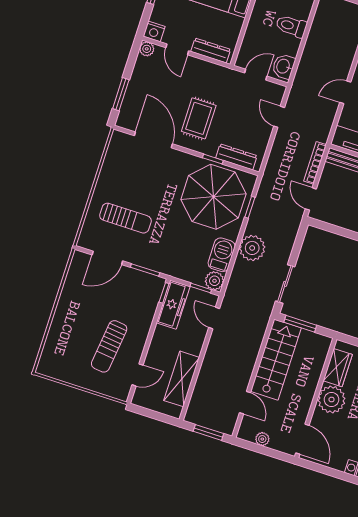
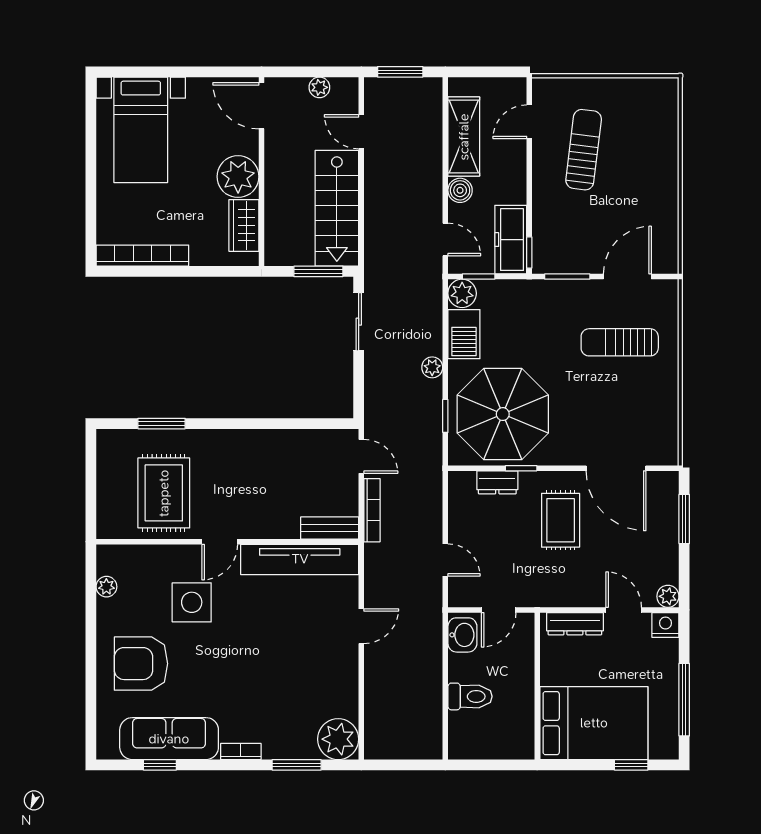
dresser: (236, 157) -> (497, 482), width x0.70
plant: (252, 248) -> (432, 367), width x0.53, depth x0.53
boiler: (195, 346) -> (460, 190), added

